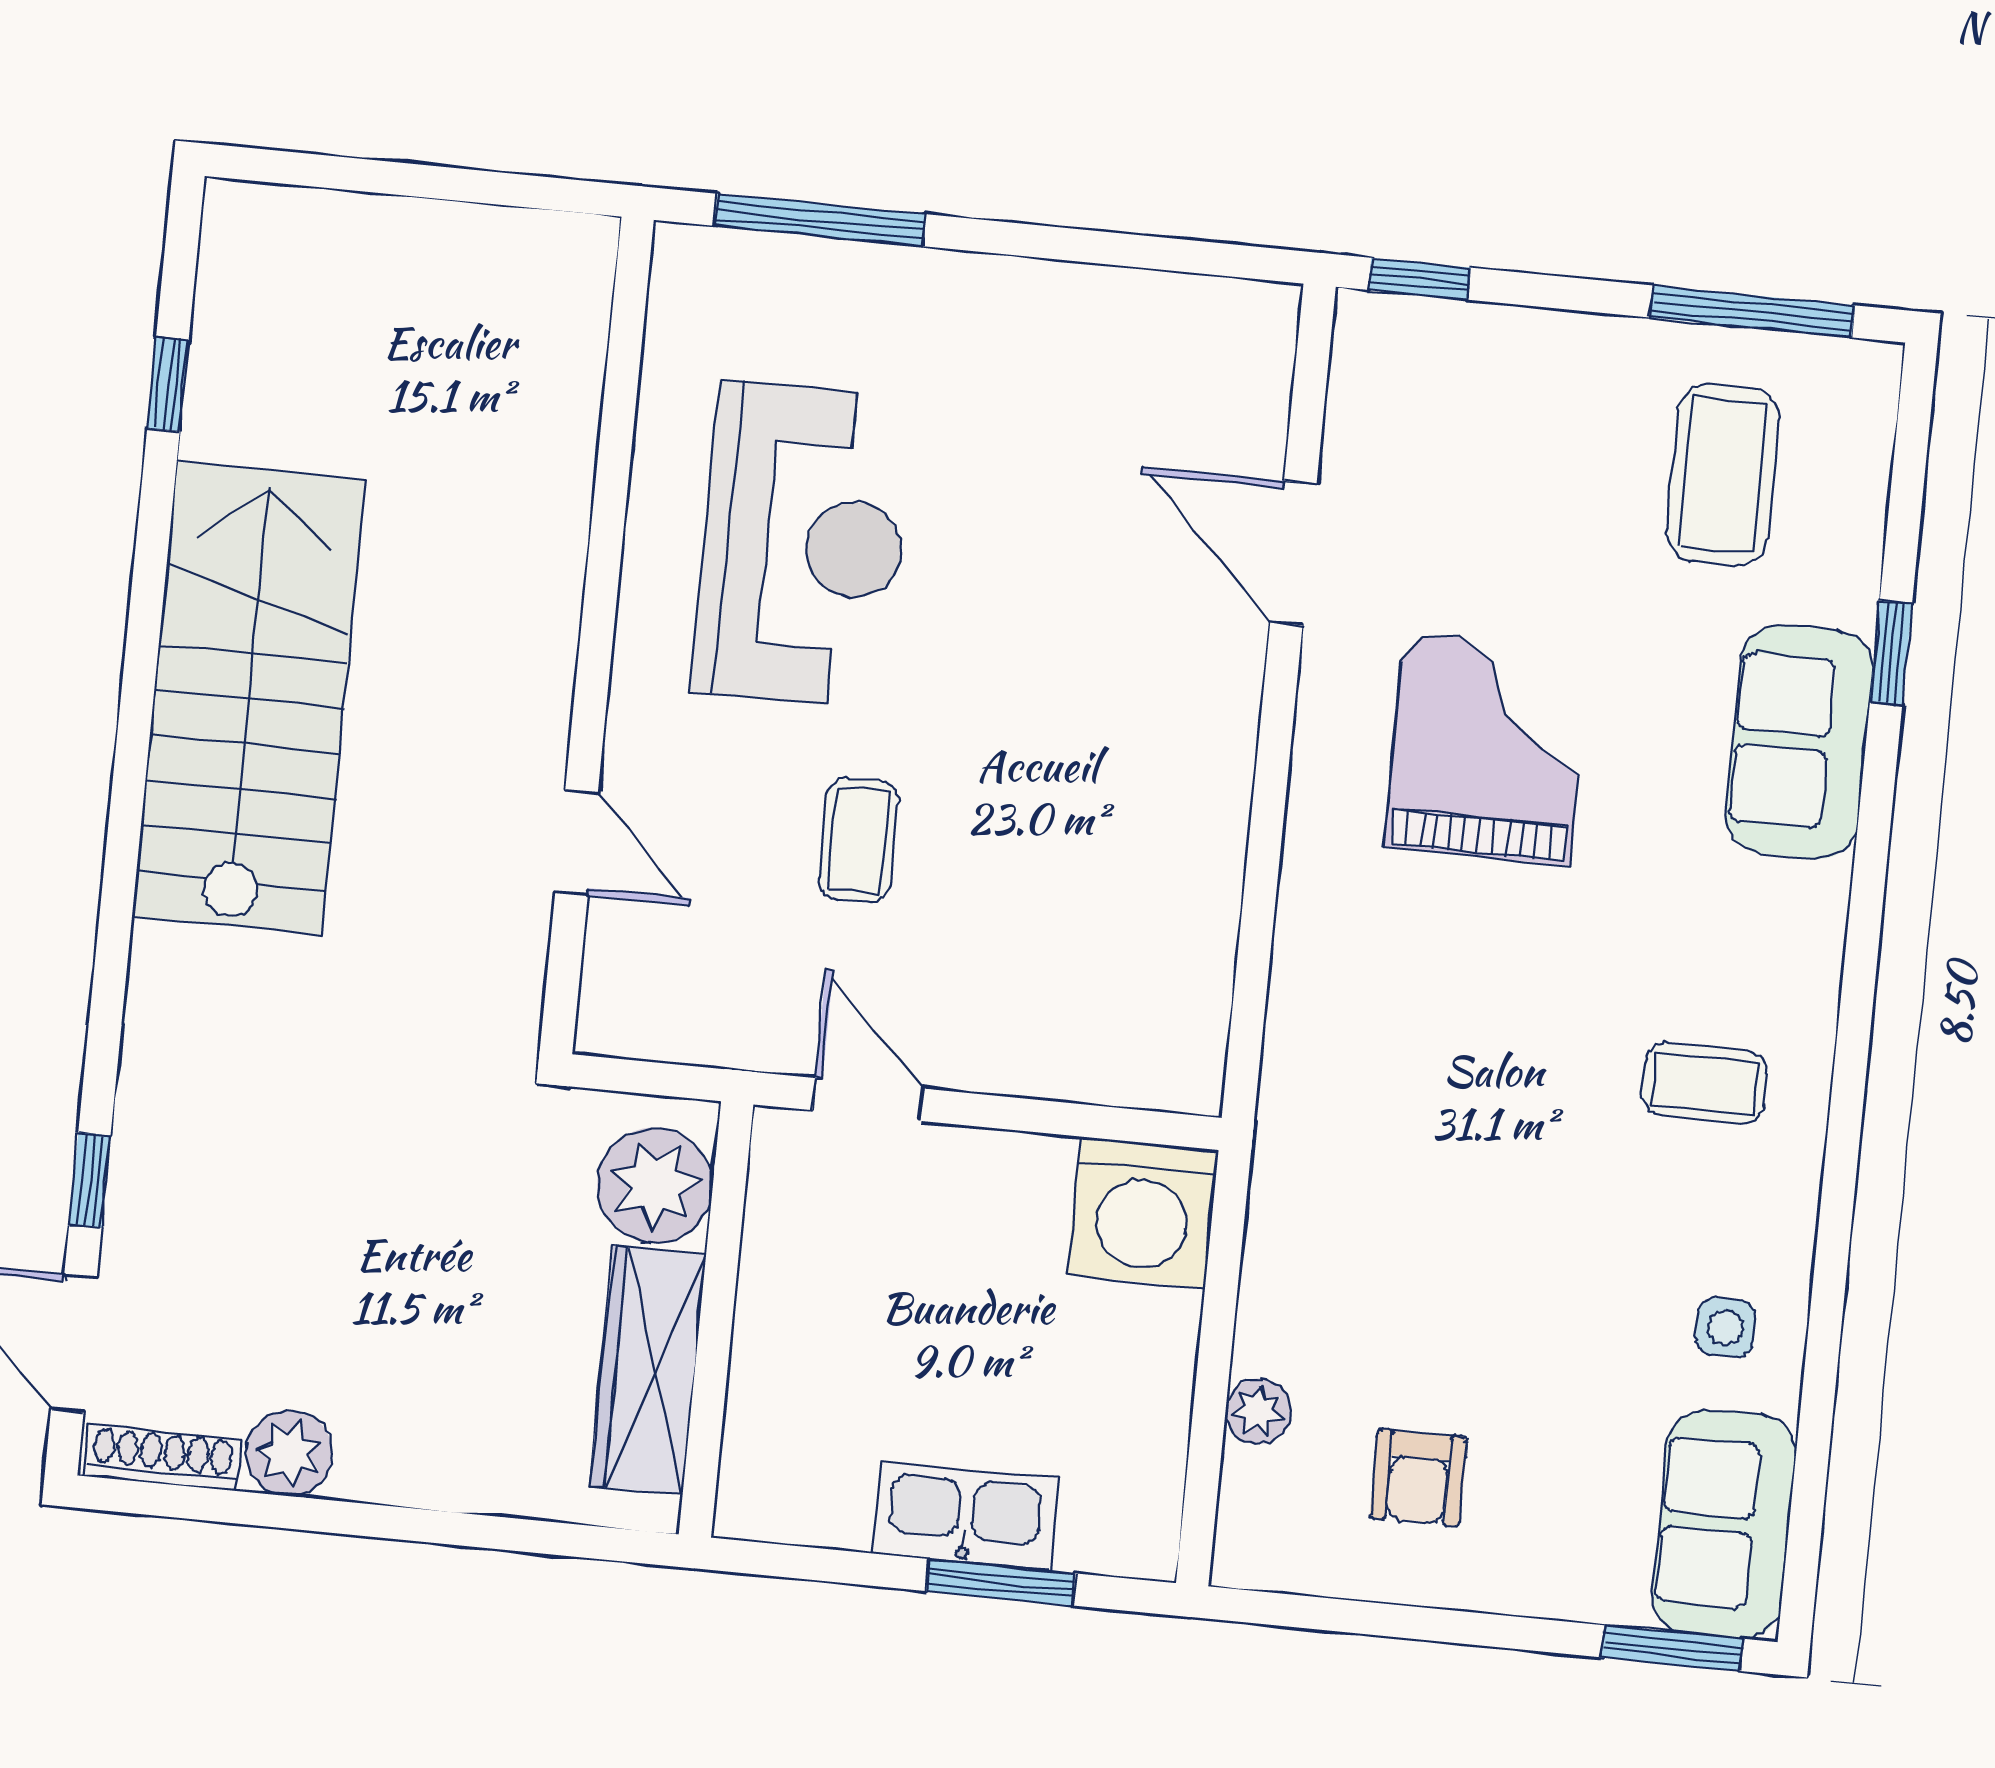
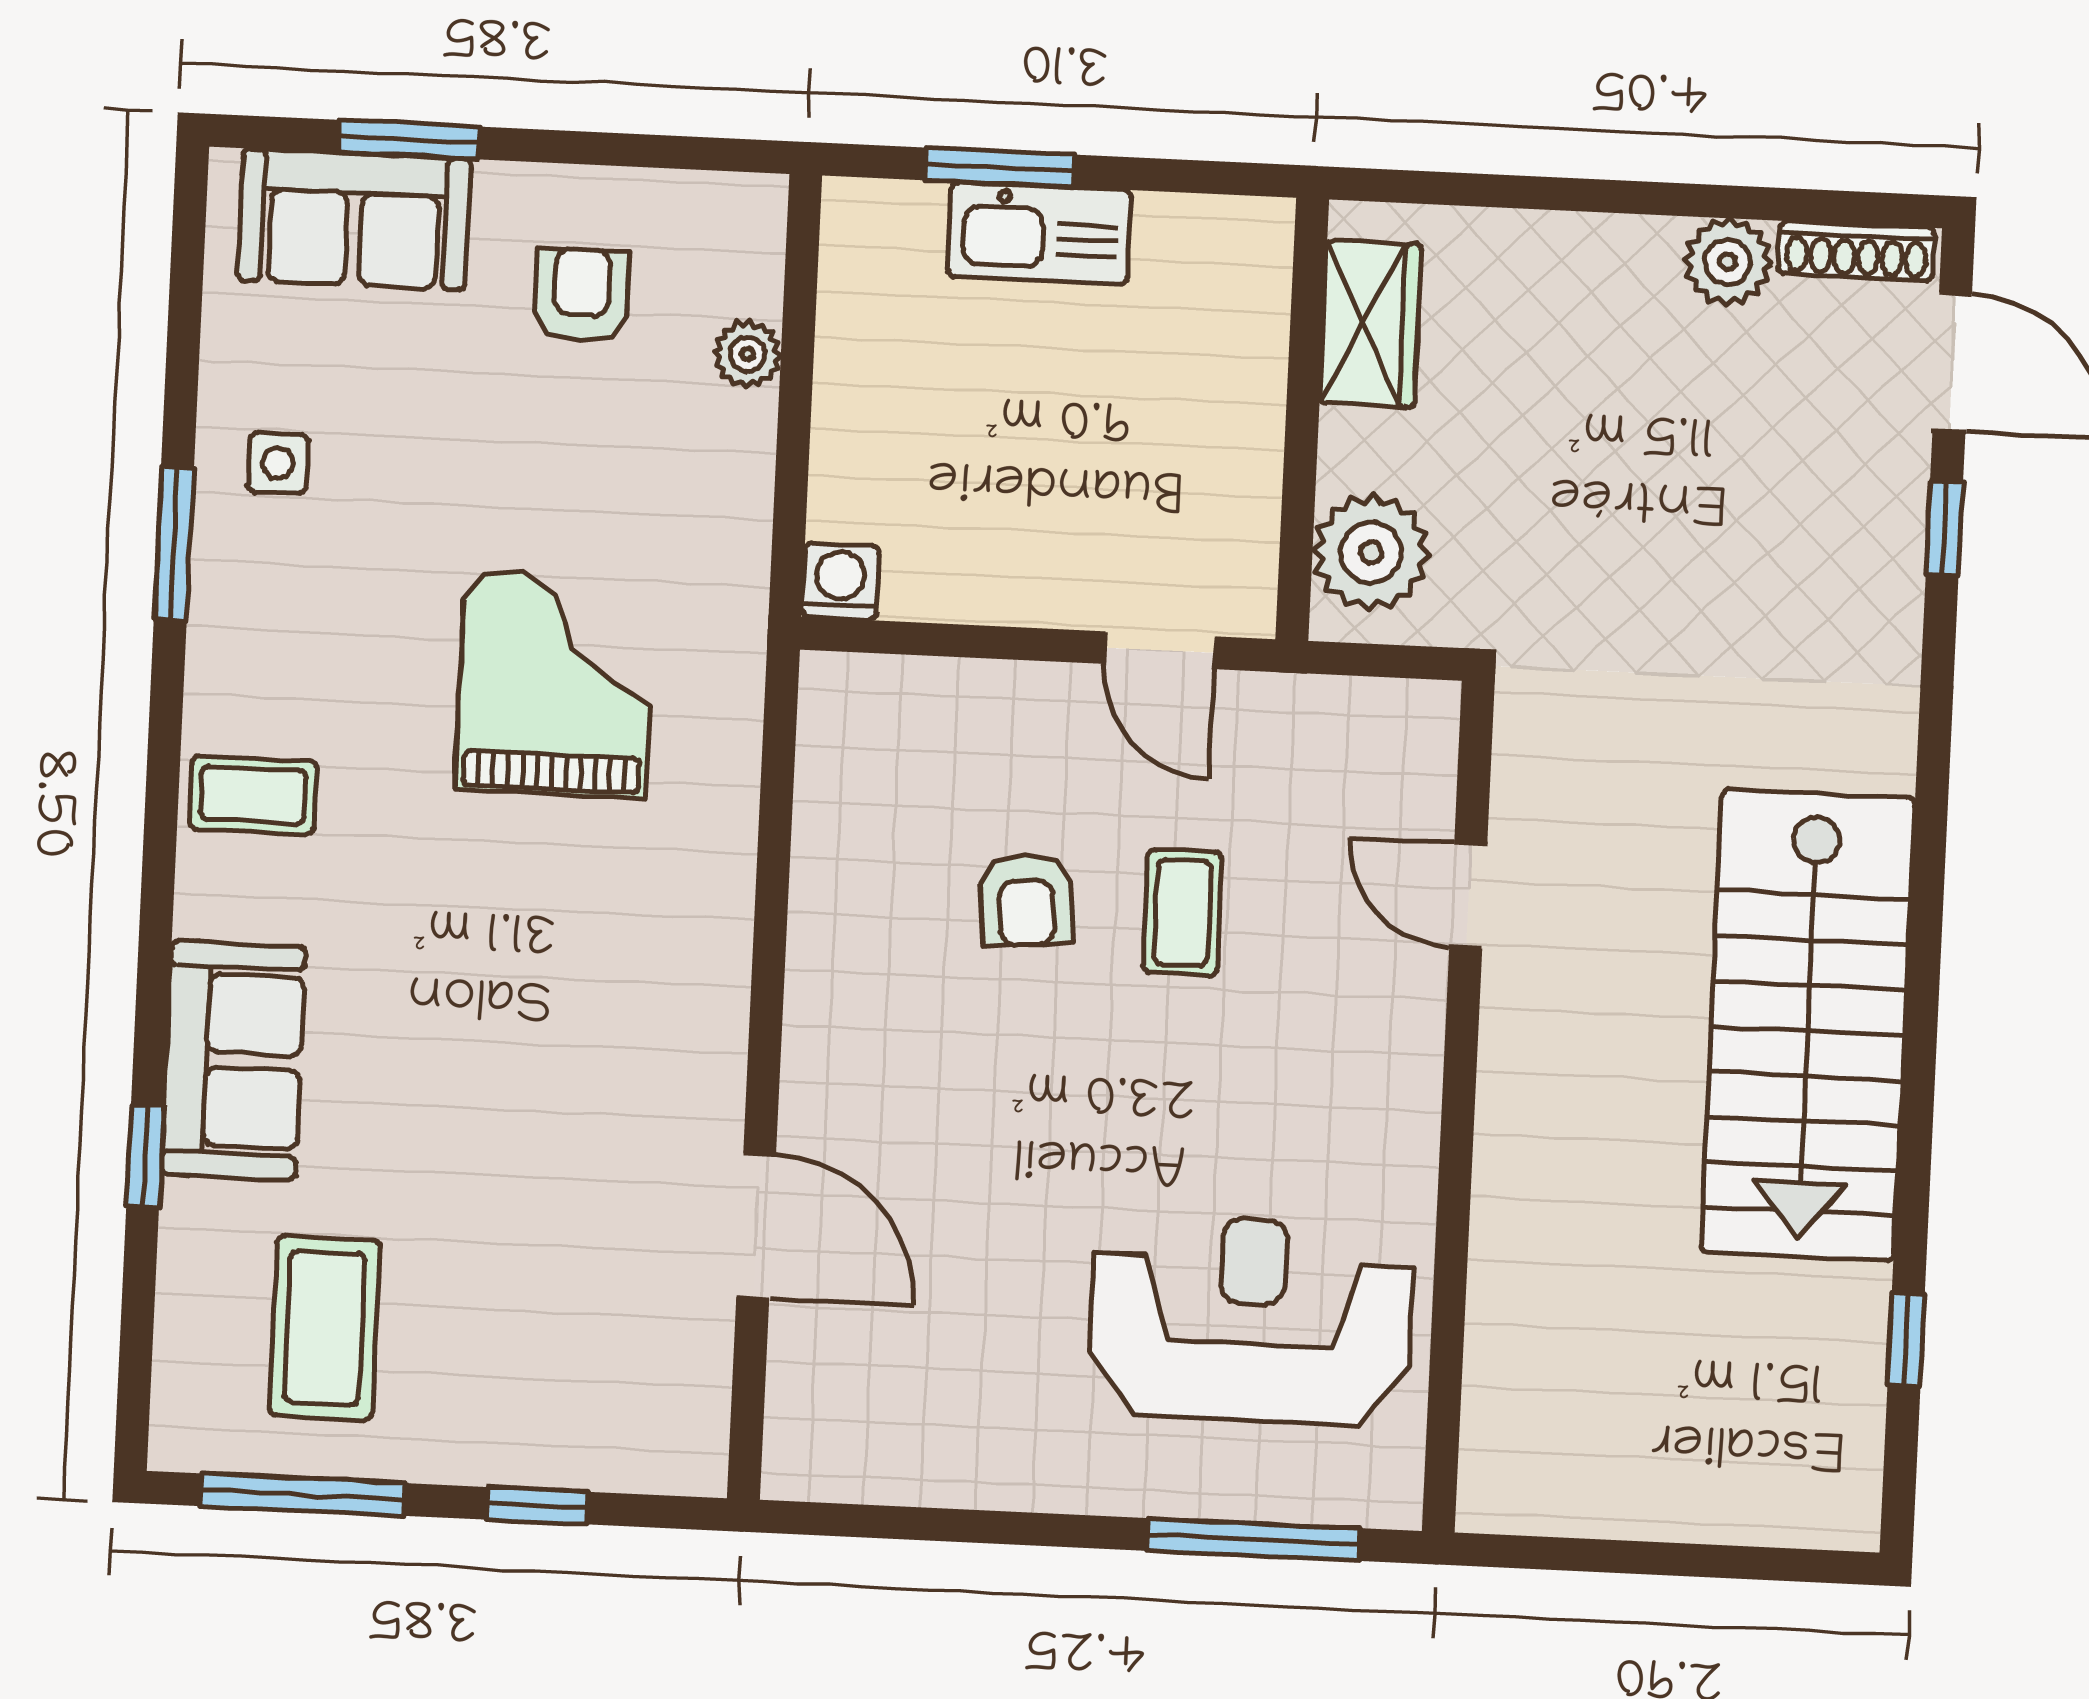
window: (1419, 279) -> (538, 1506), moved
reception desk: (803, 545) -> (1251, 1320), moved, turned 90
grand piano: (1487, 748) -> (556, 684), moved, turned 180
armchair: (1011, 860) -> (1026, 900), added
coffee table: (1705, 1083) -> (253, 795), moved
washing machine: (1143, 1212) -> (840, 581), width x0.53, depth x0.53
window: (1832, 1254) -> (174, 543), added
wardrobe: (648, 1370) -> (1371, 324), width x0.67
sofa: (1724, 1524) -> (354, 219), moved, turned 90
window: (1672, 1648) -> (409, 140), moved

